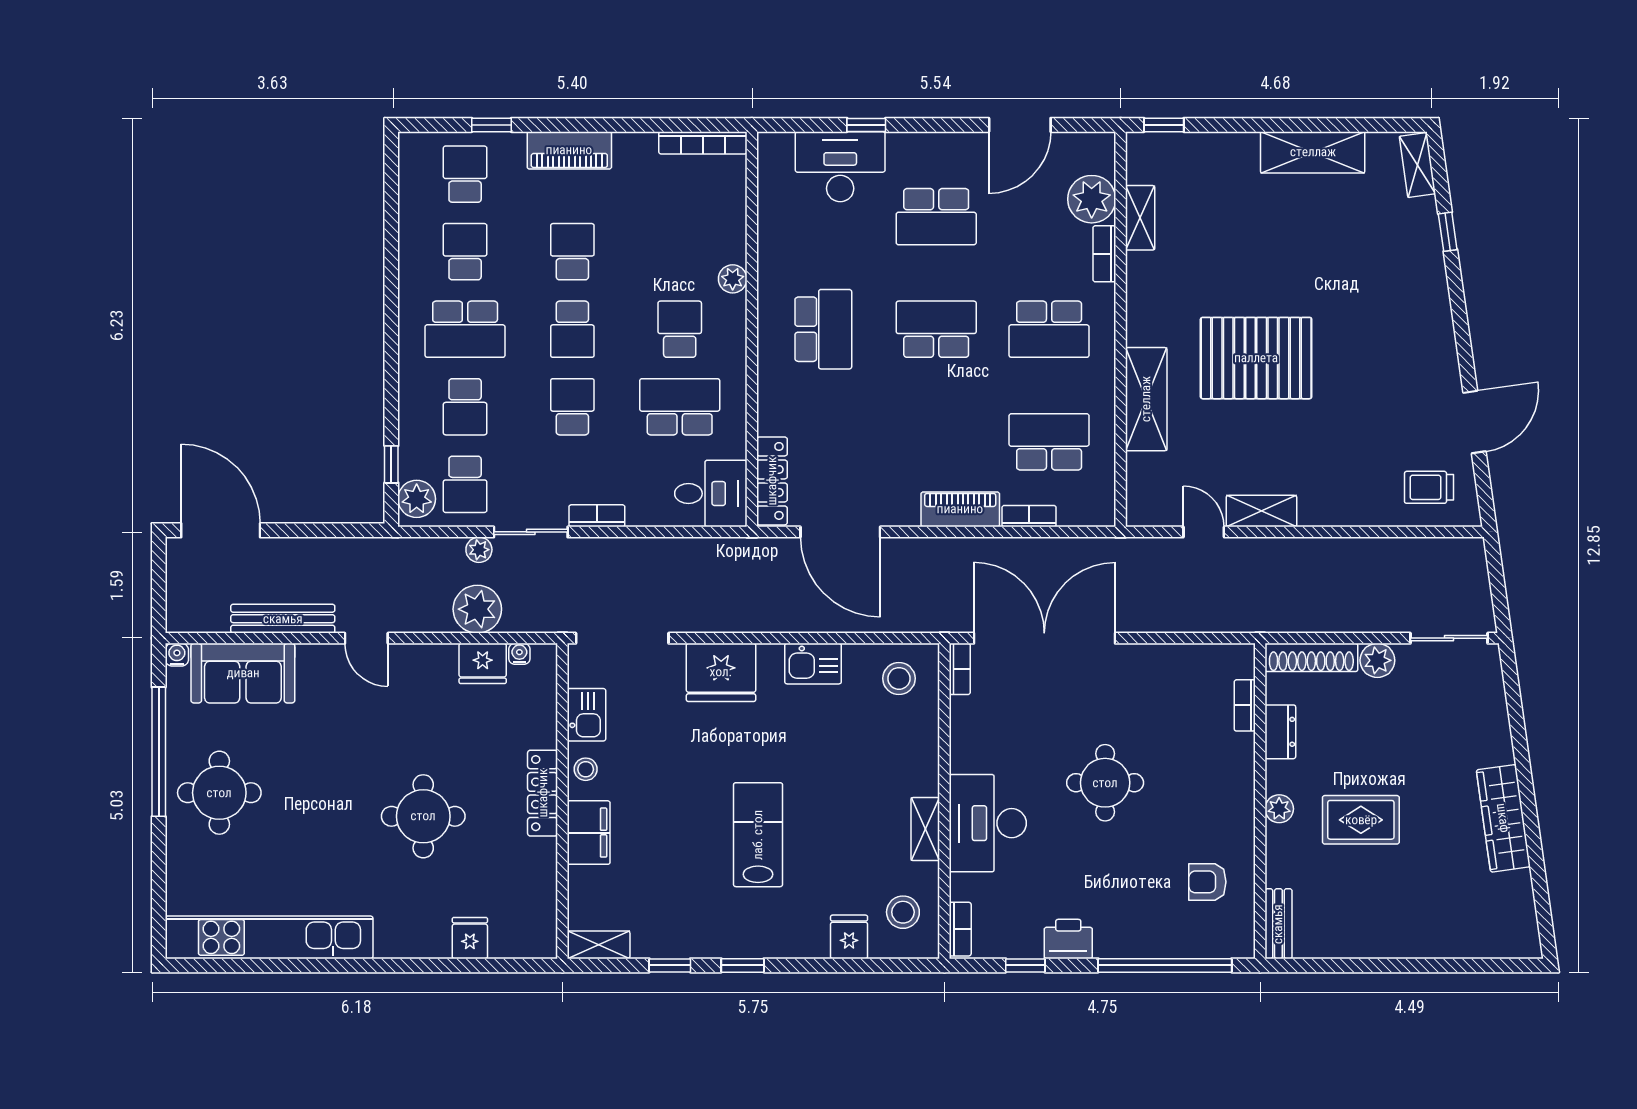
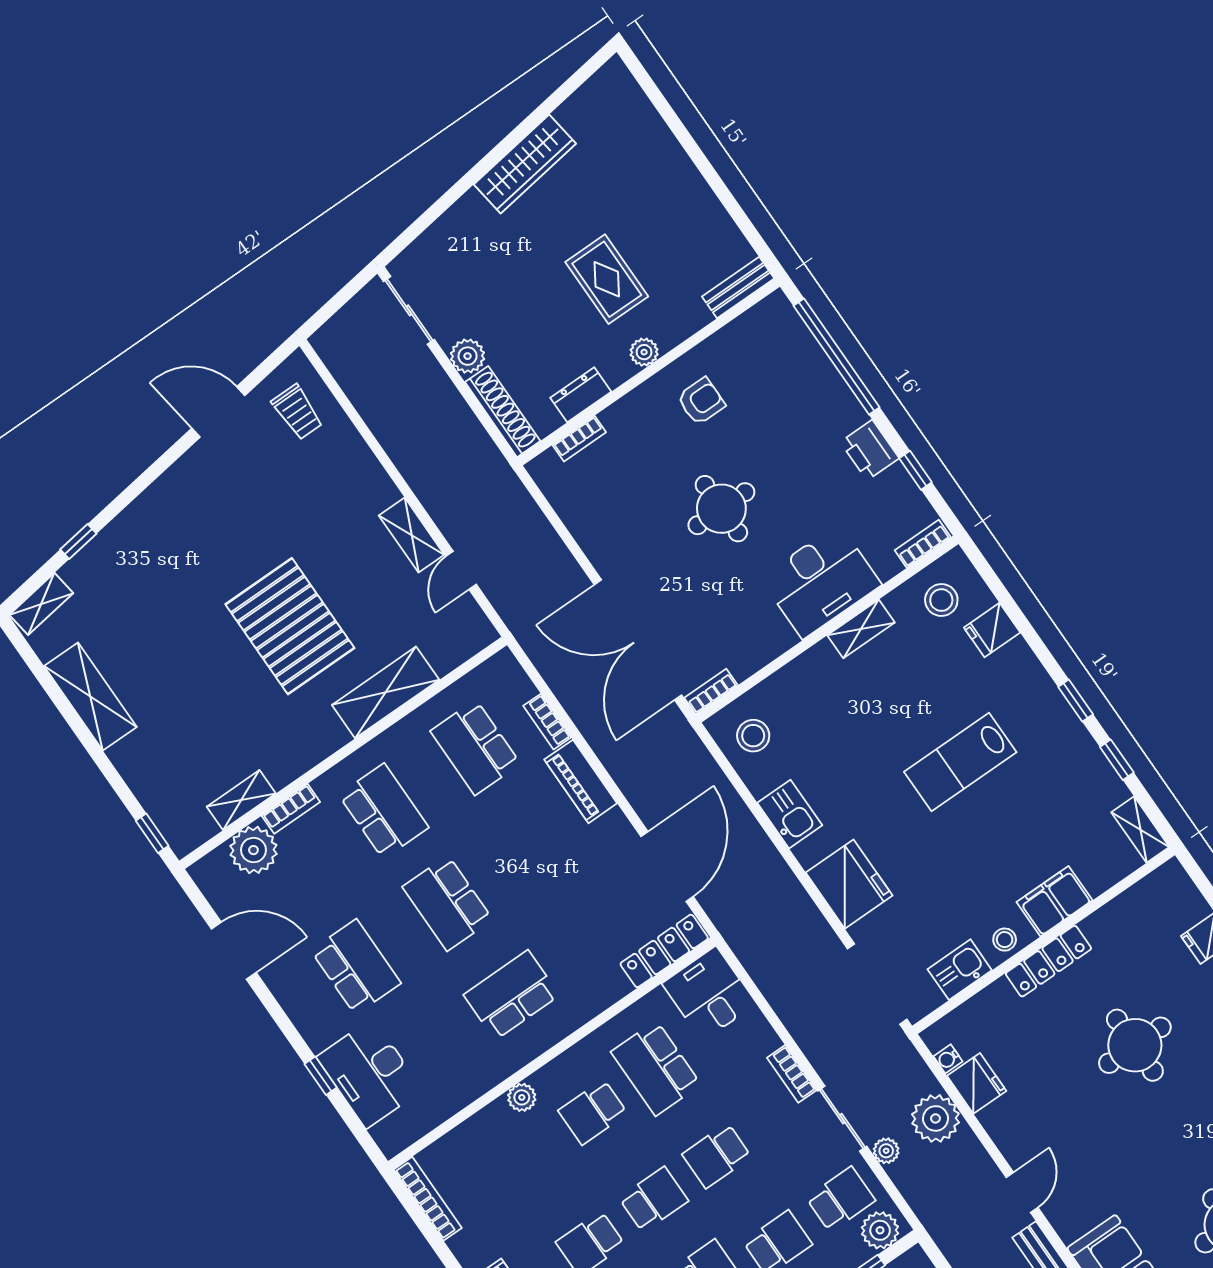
armchair: (1207, 882) -> (701, 401), moved, turned -90

